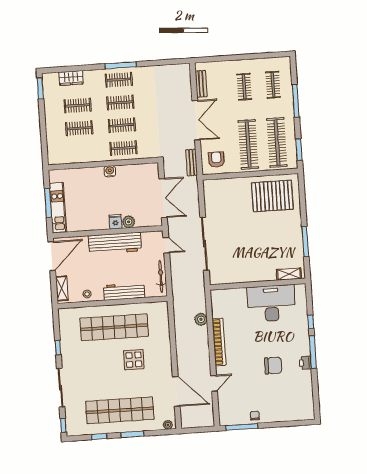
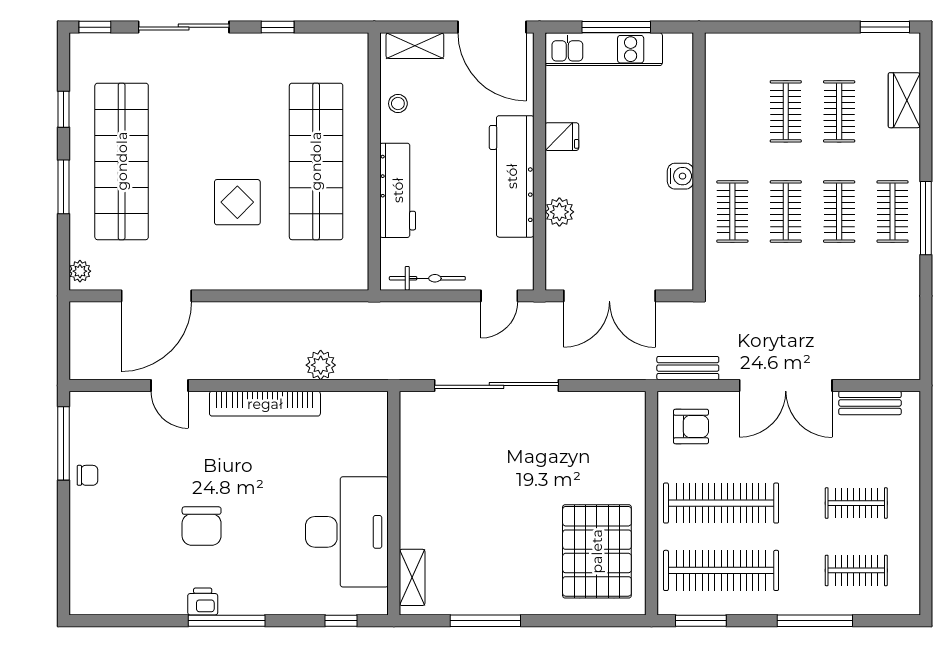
fridge: (115, 222) -> (562, 137), moved
window: (311, 322) -> (341, 621), moved

